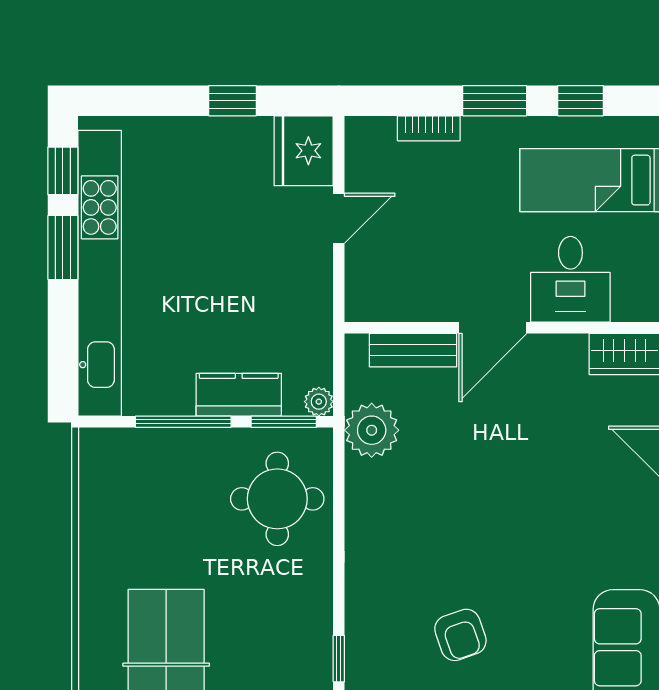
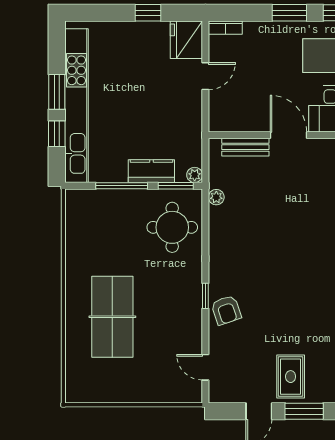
bookcase: (429, 128) -> (225, 28), moved
window: (63, 171) -> (57, 134), moved
door: (493, 328) -> (288, 135), swing flipped
plant: (372, 430) -> (216, 197), width x0.53, depth x0.53
armchair: (460, 635) -> (226, 310), moved
window: (339, 659) -> (205, 296), moved

